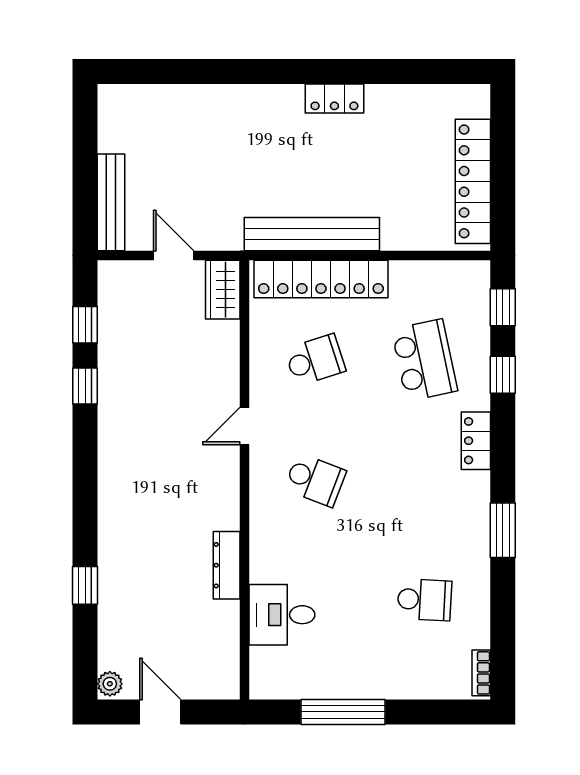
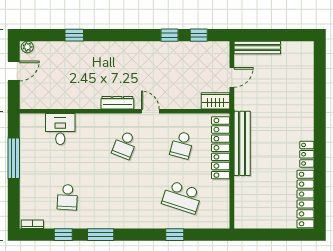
locker: (473, 181) -> (305, 199), moved, turned -90
window: (503, 307) -> (63, 235), moved
school desk: (315, 360) -> (182, 145), turned 33
school desk: (424, 360) -> (182, 197), turned 30
locker: (476, 441) -> (143, 222), removed
dresser: (227, 565) -> (117, 103), moved

